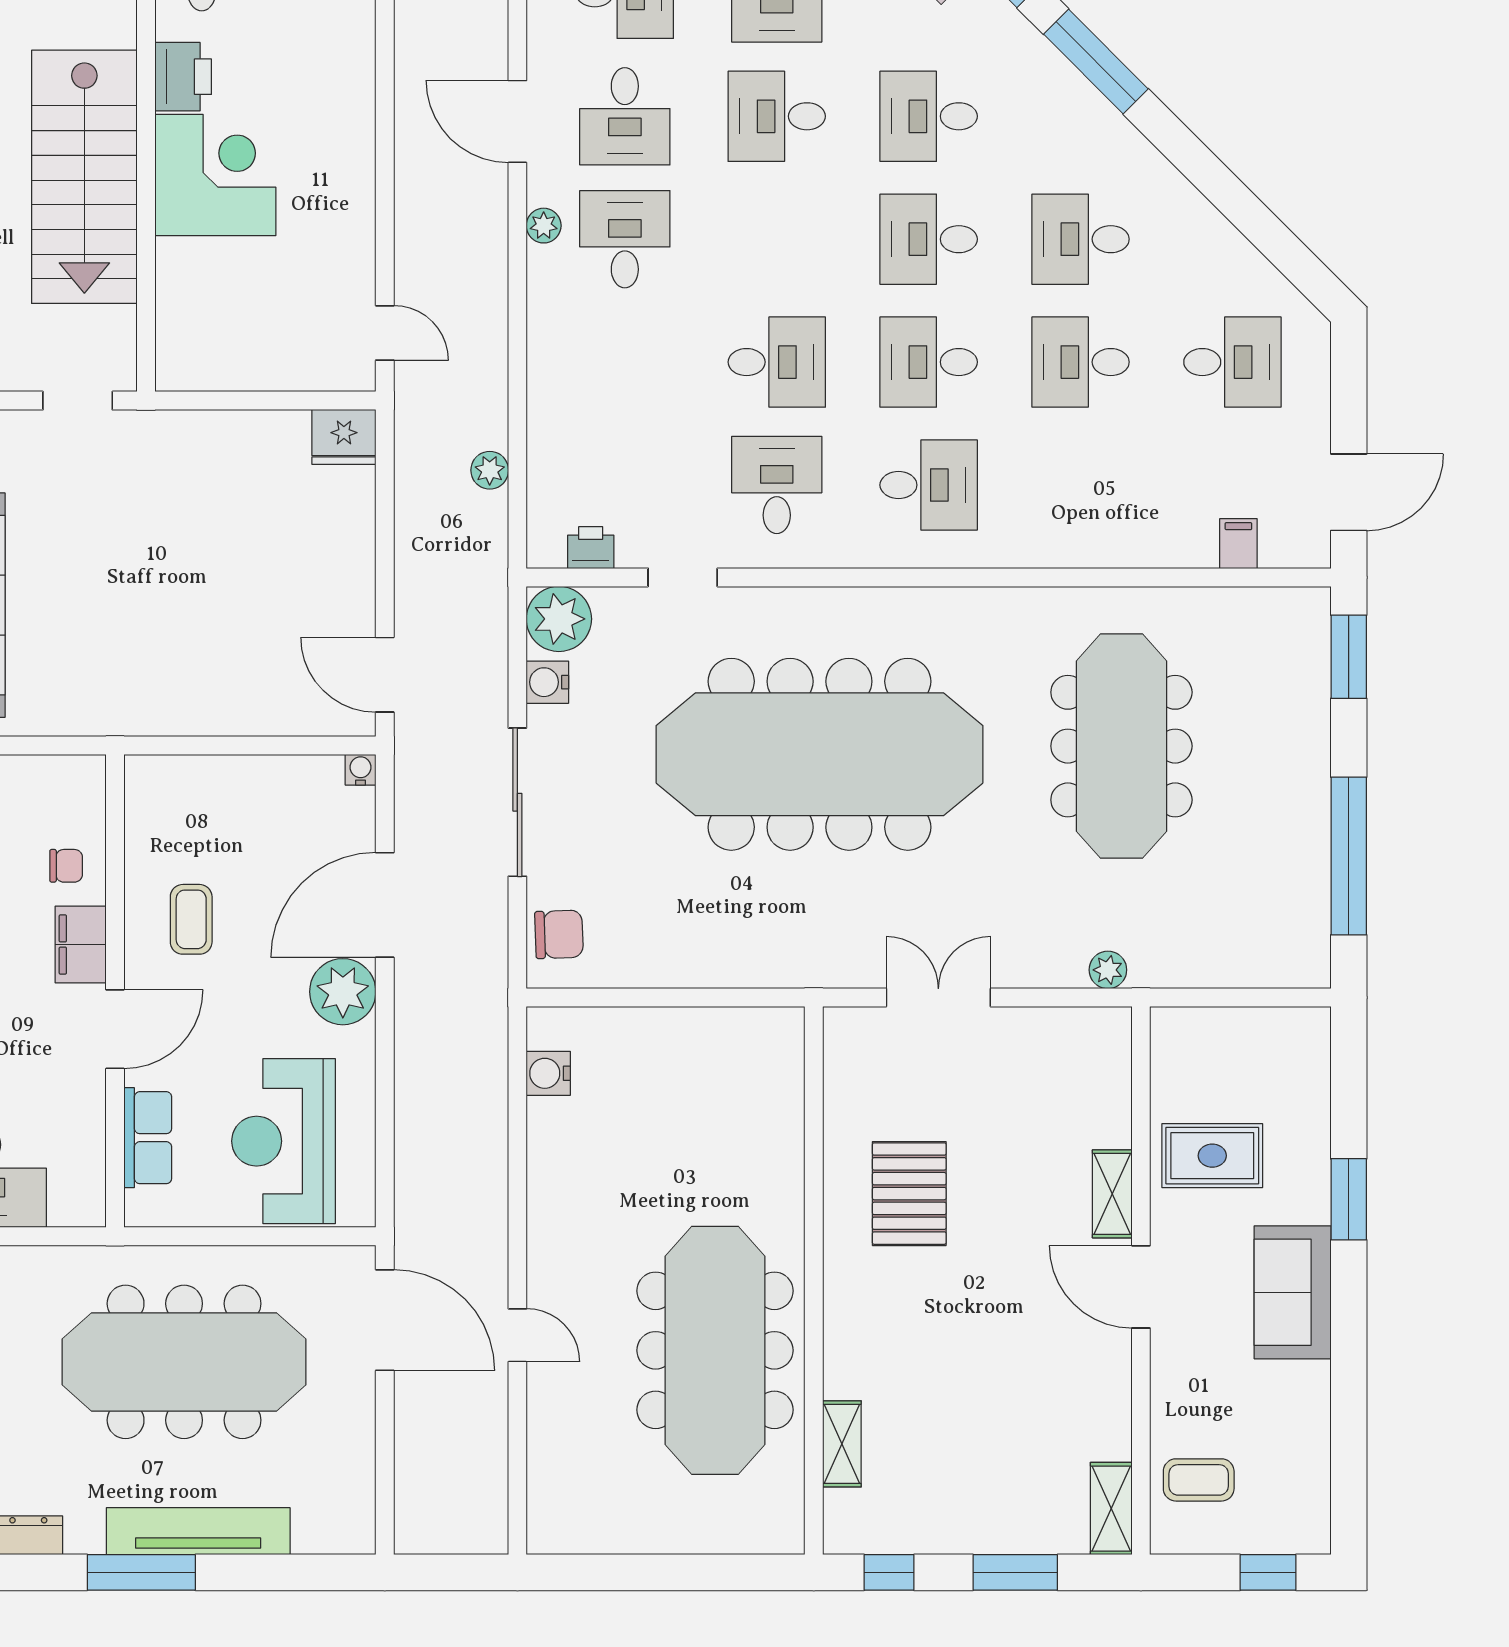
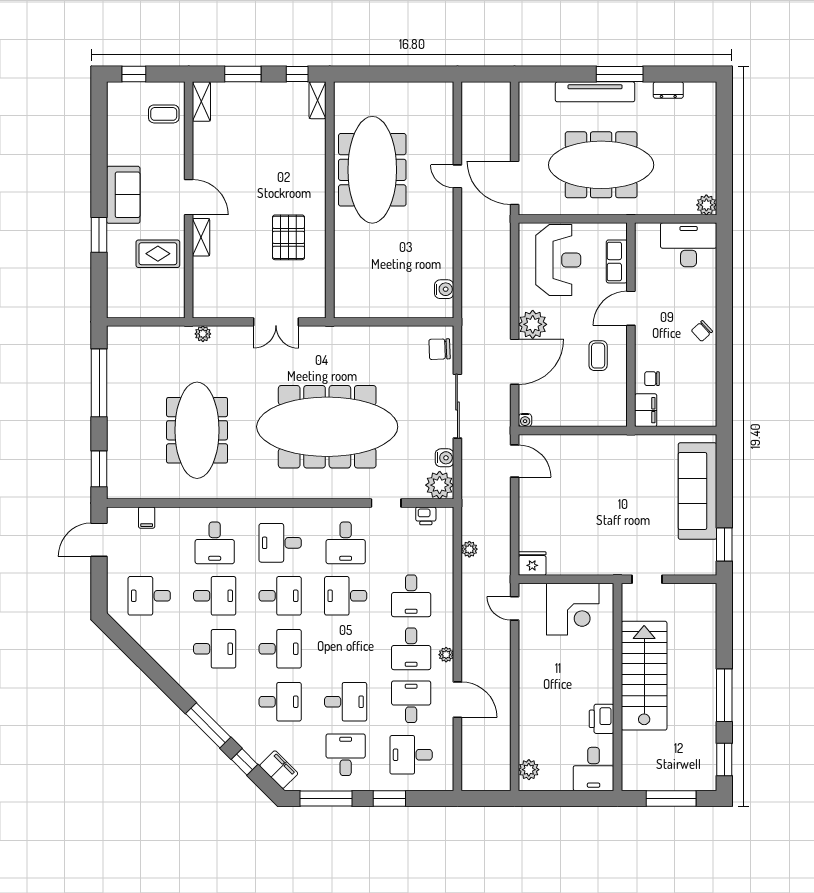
corner desk: (215, 175) -> (573, 609), moved, turned -90
desk: (625, 362) -> (411, 596), added
desk: (1081, 485) -> (215, 543), added
filing cabinet: (81, 944) -> (646, 410), moved
shelving: (842, 1444) -> (318, 100), moved

